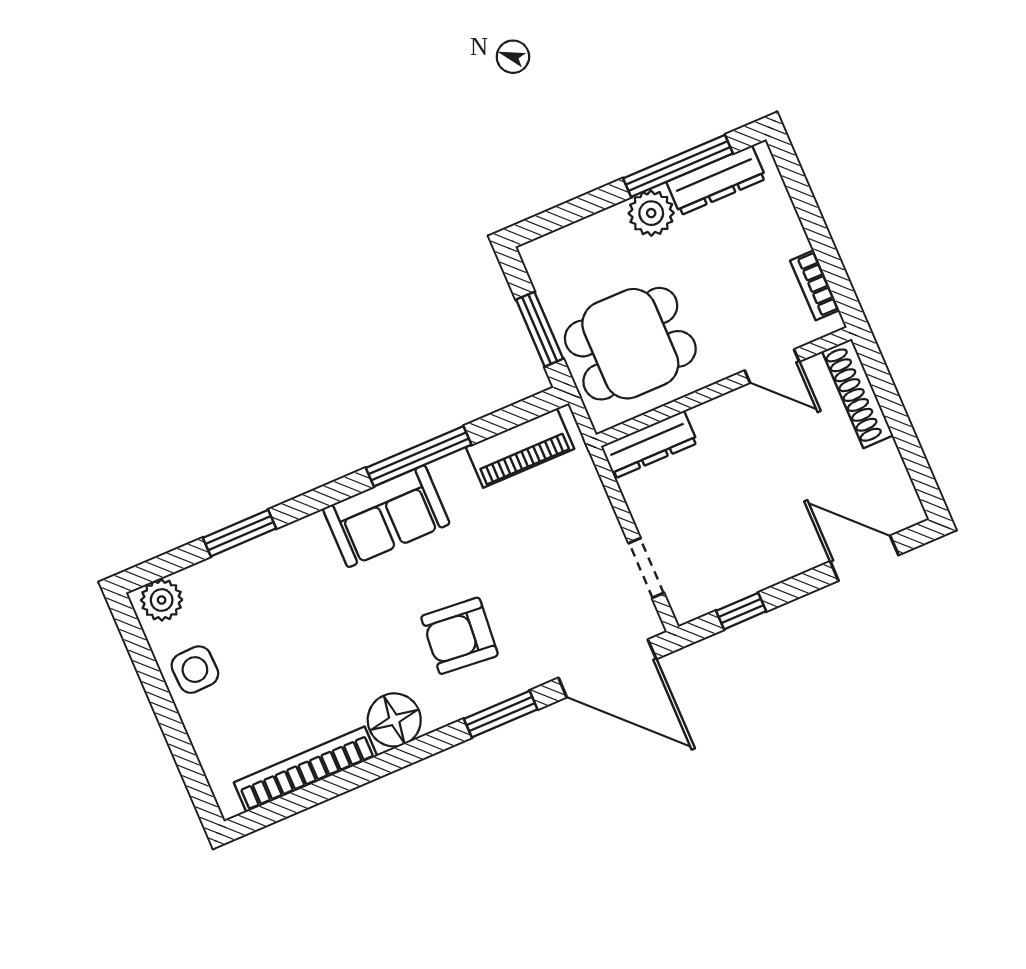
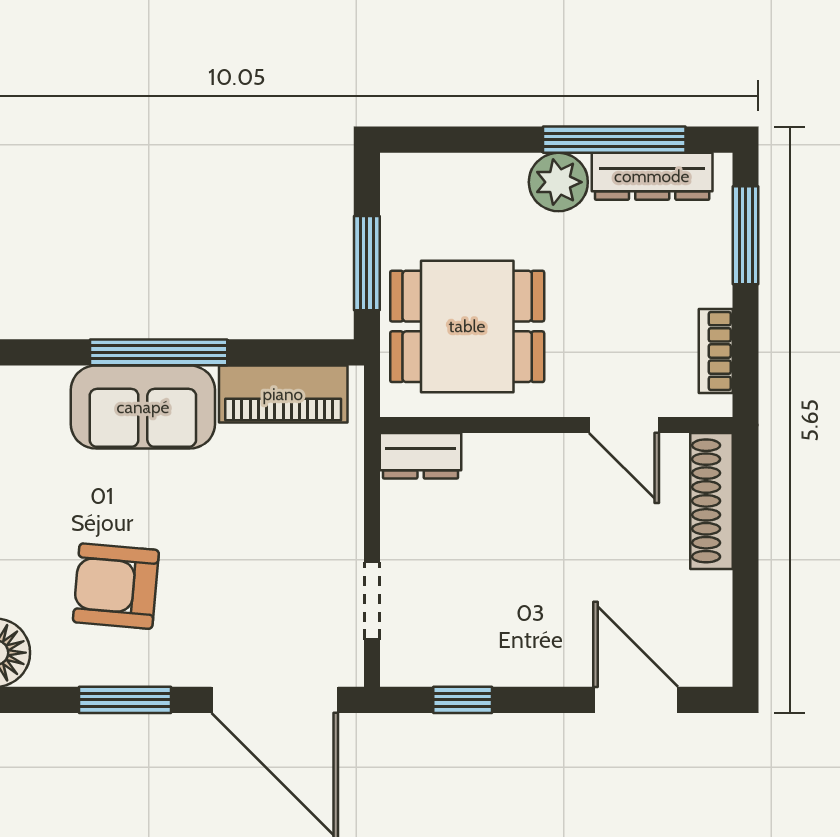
window: (801, 194) -> (746, 235), added
dresser: (649, 445) -> (421, 456), width x0.70
sofa: (386, 516) -> (143, 407), moved

